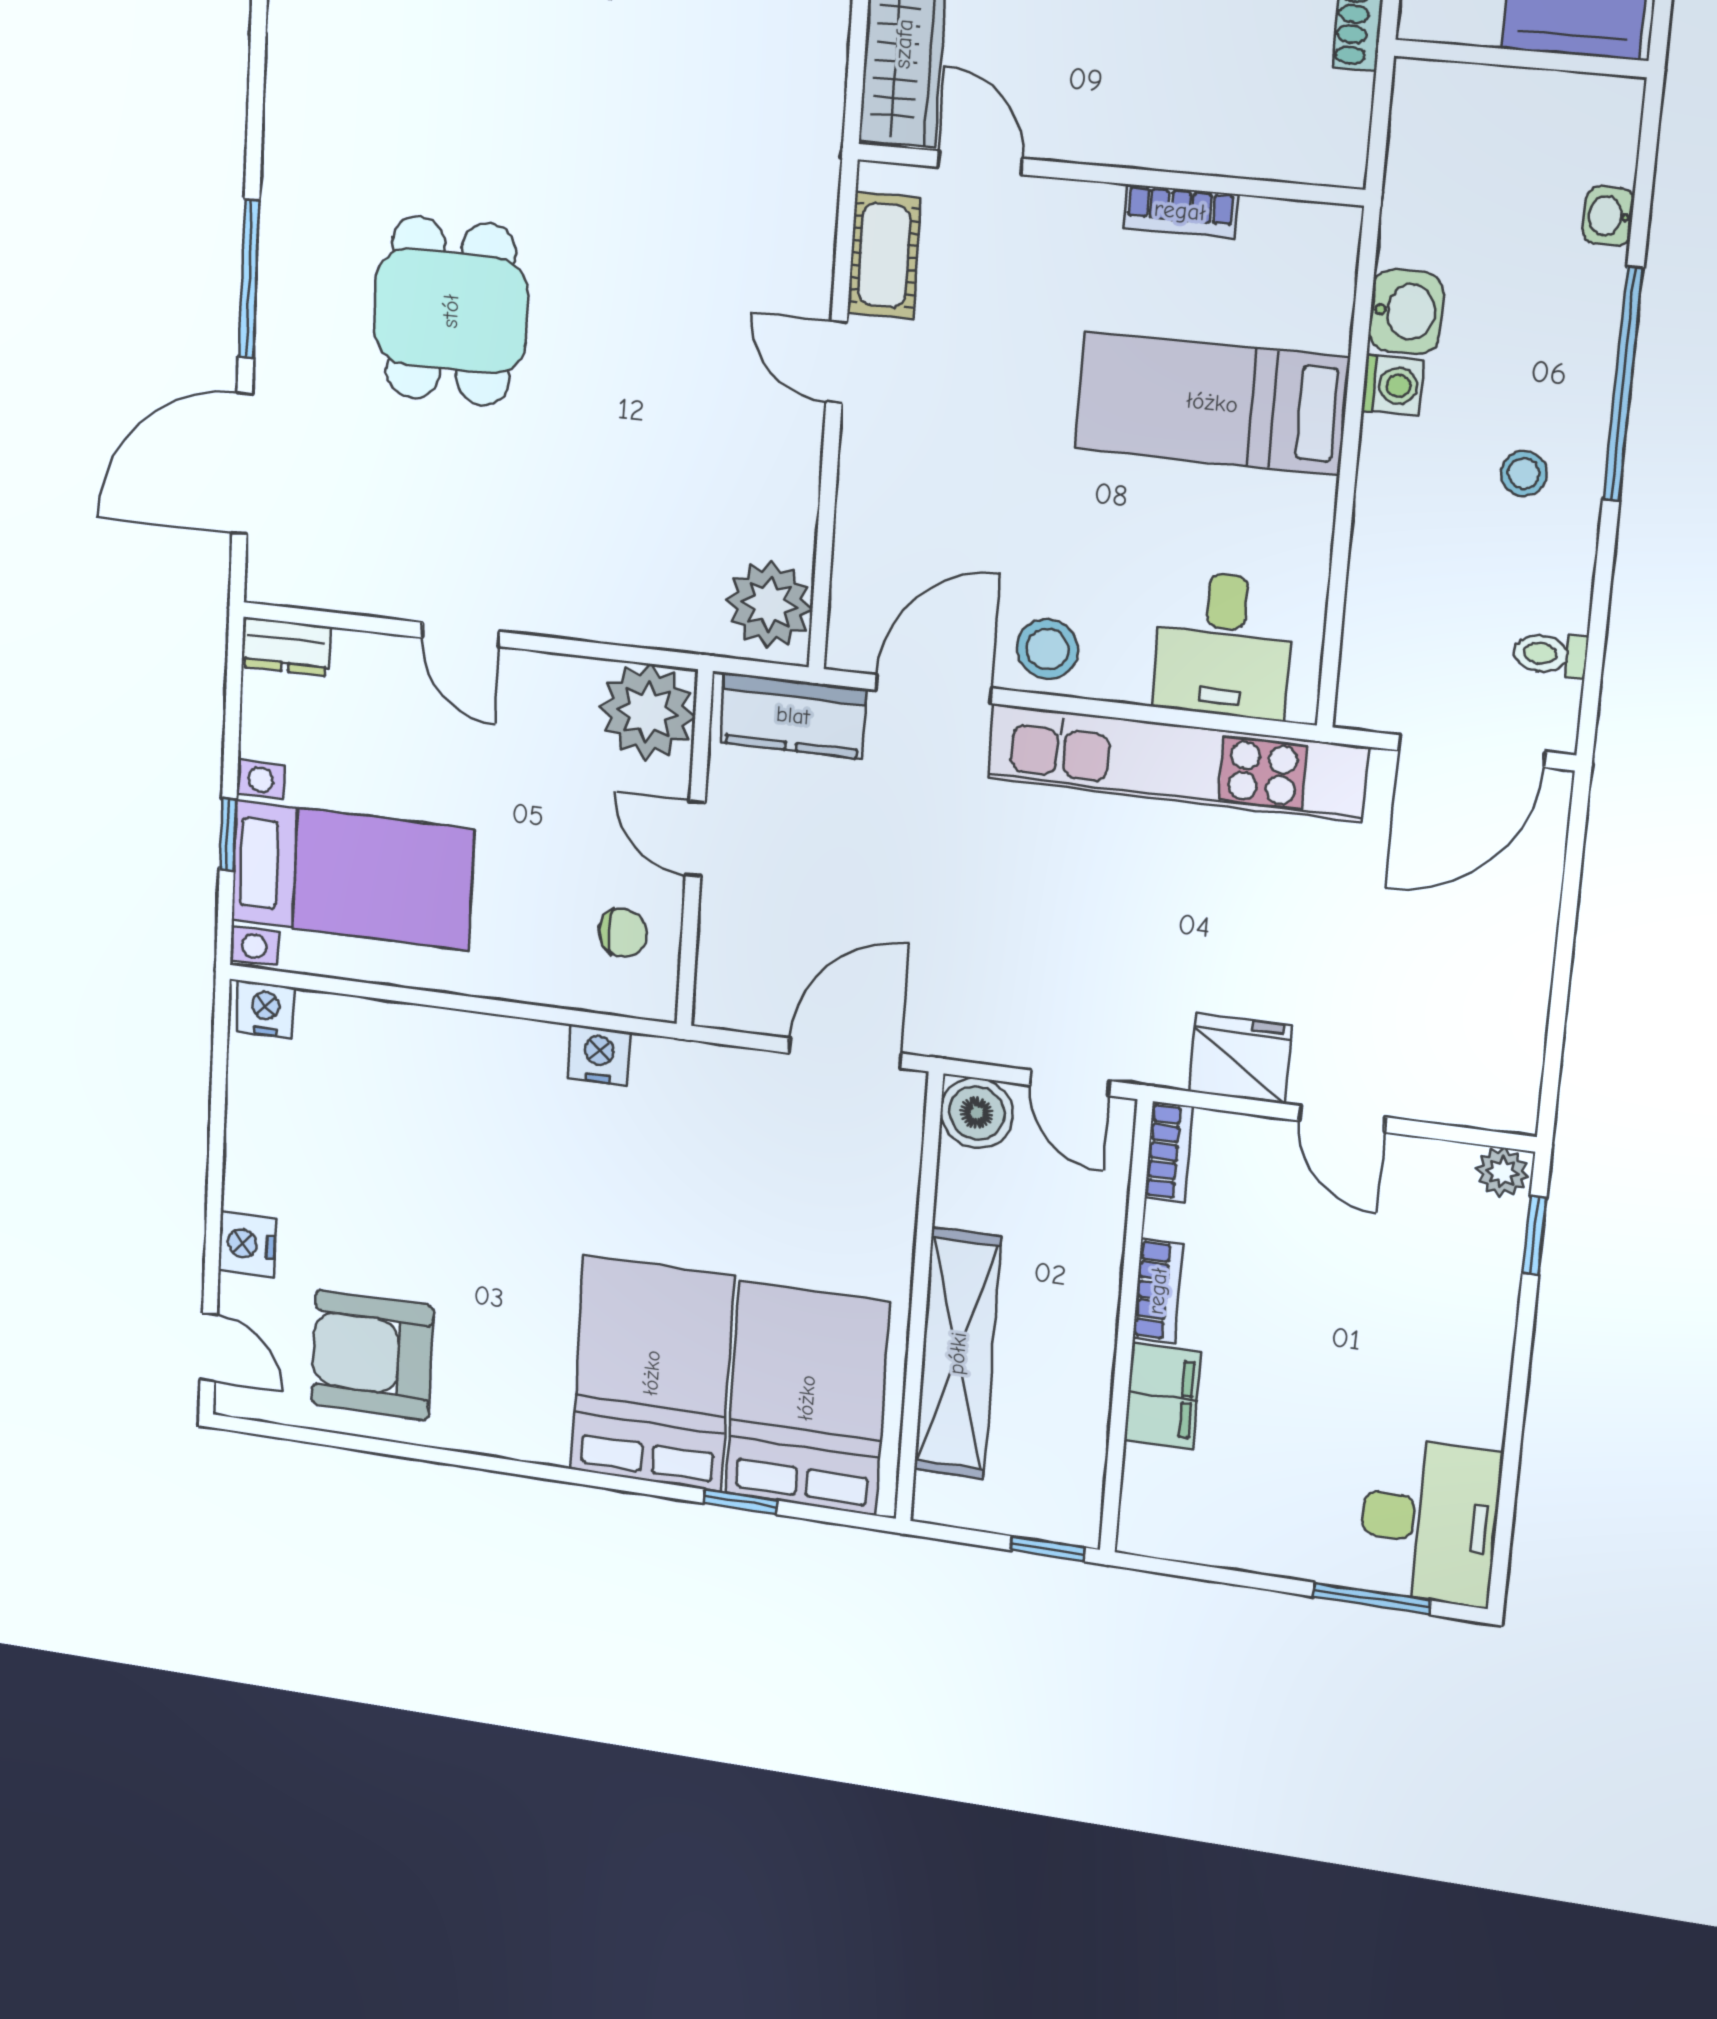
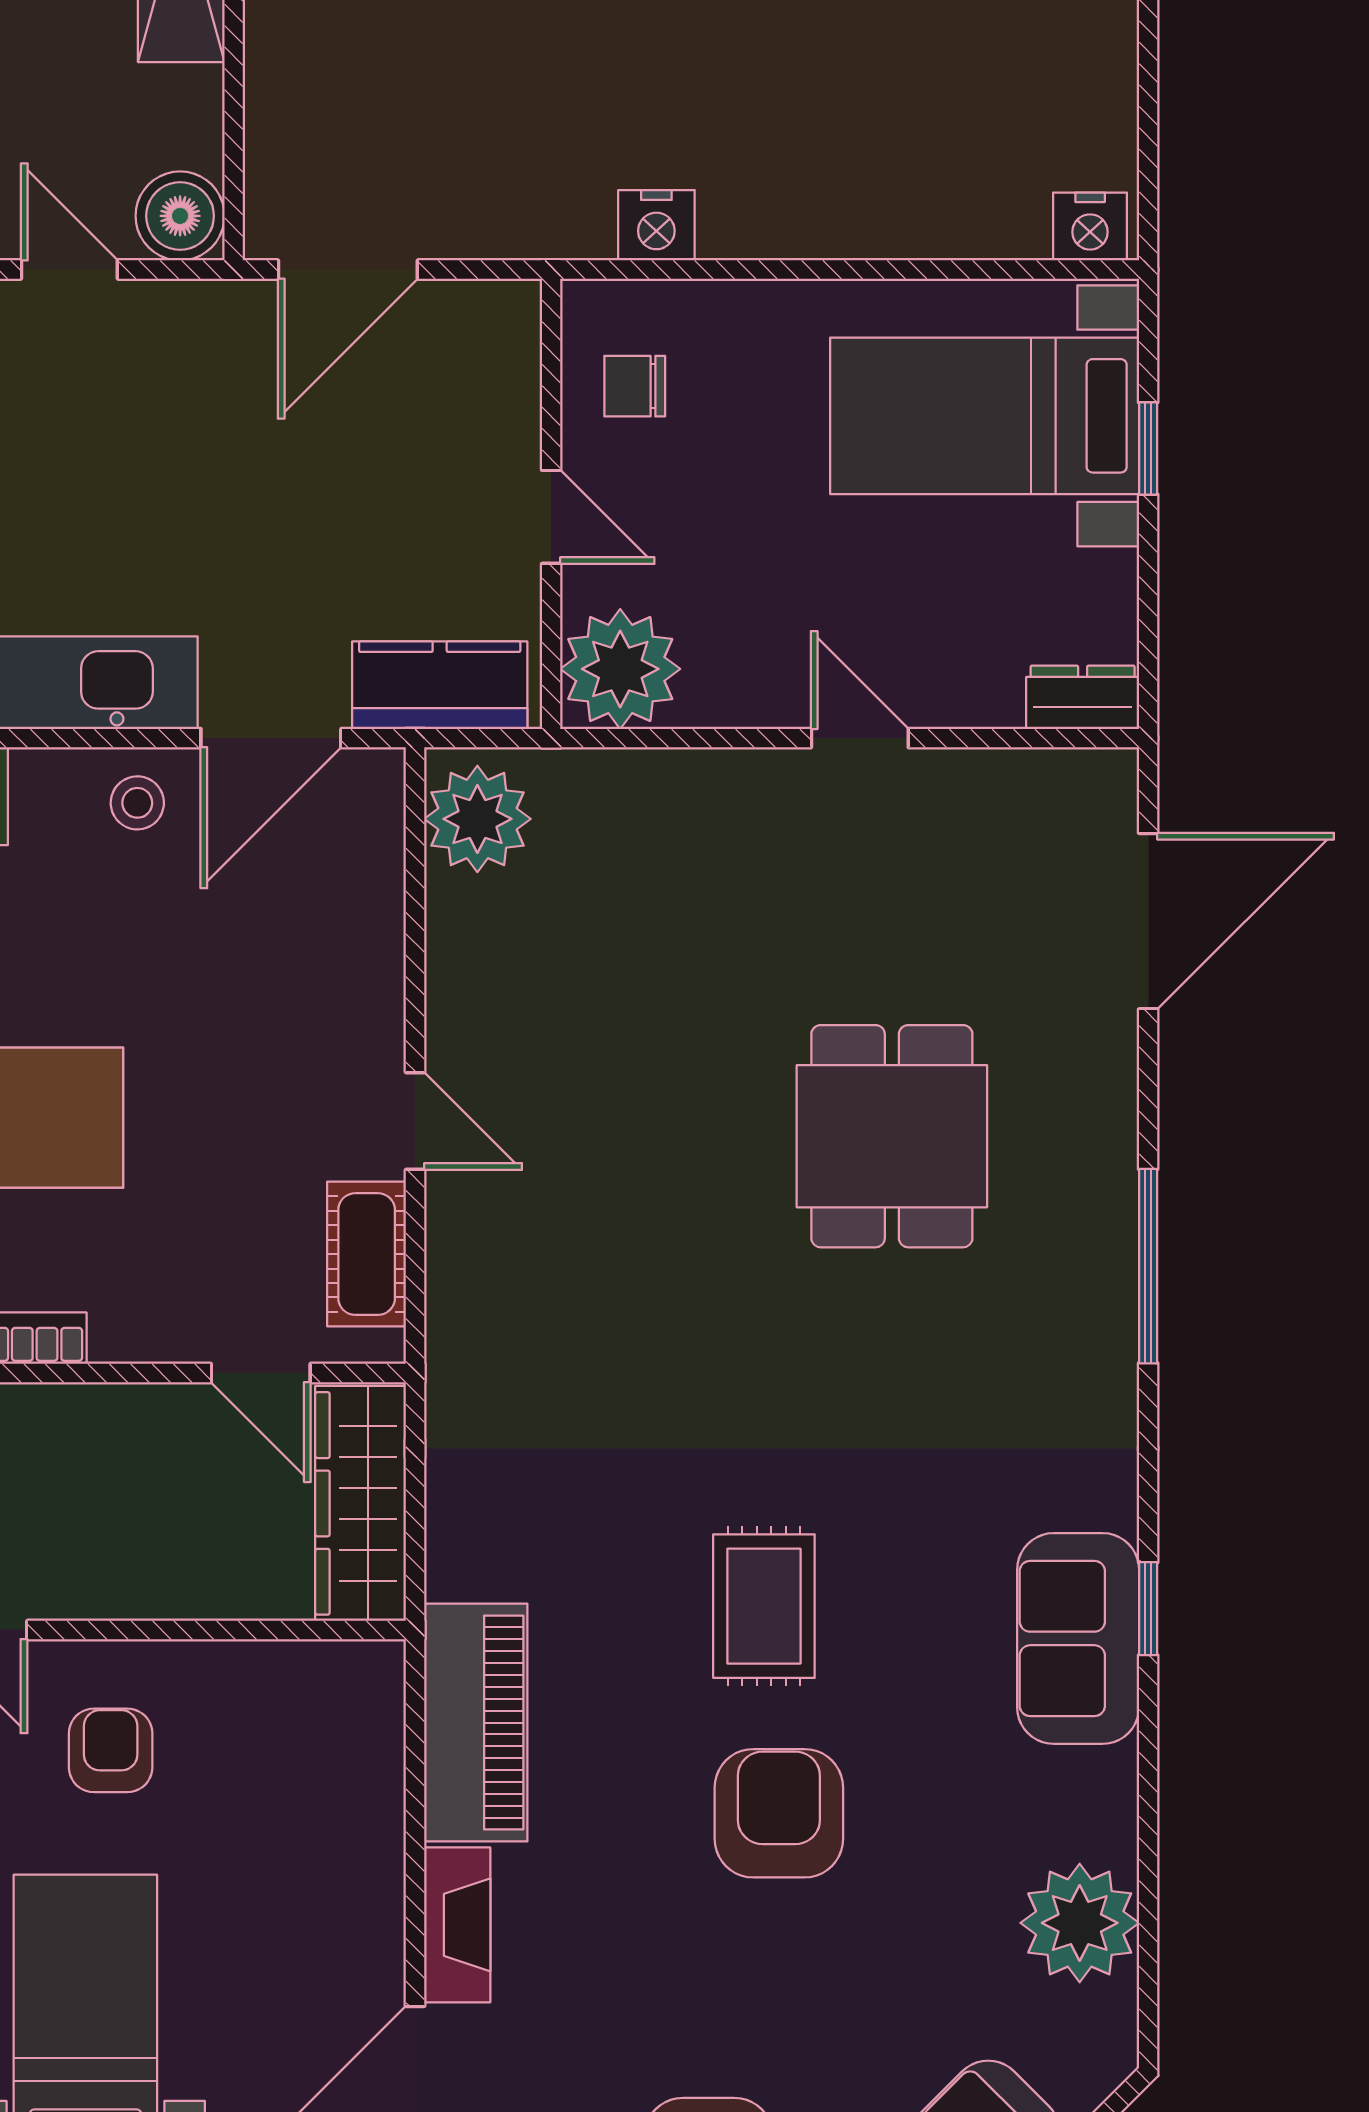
window: (249, 279) -> (1148, 1266), moved
stool: (1048, 649) -> (137, 803), width x0.73, depth x0.73

